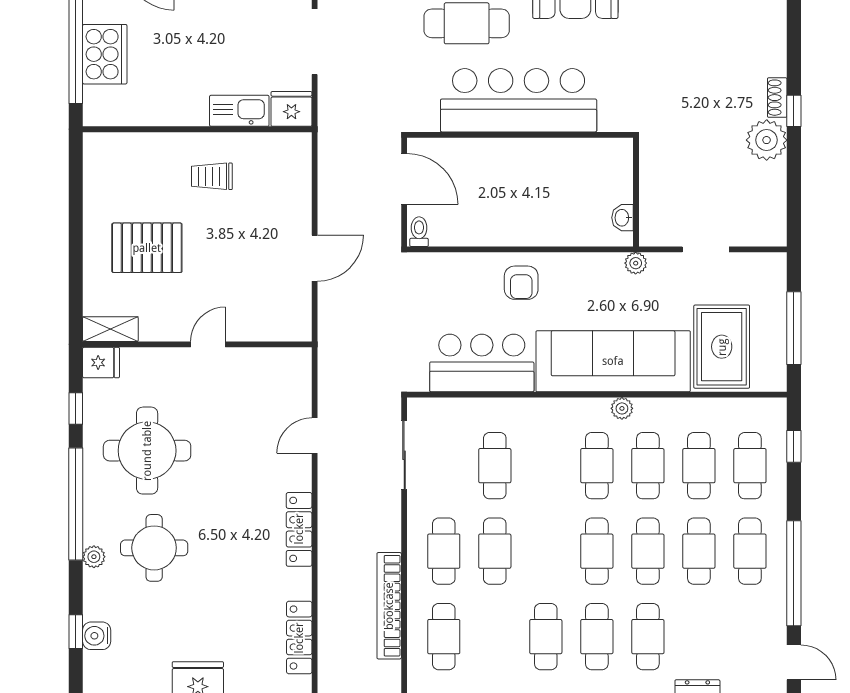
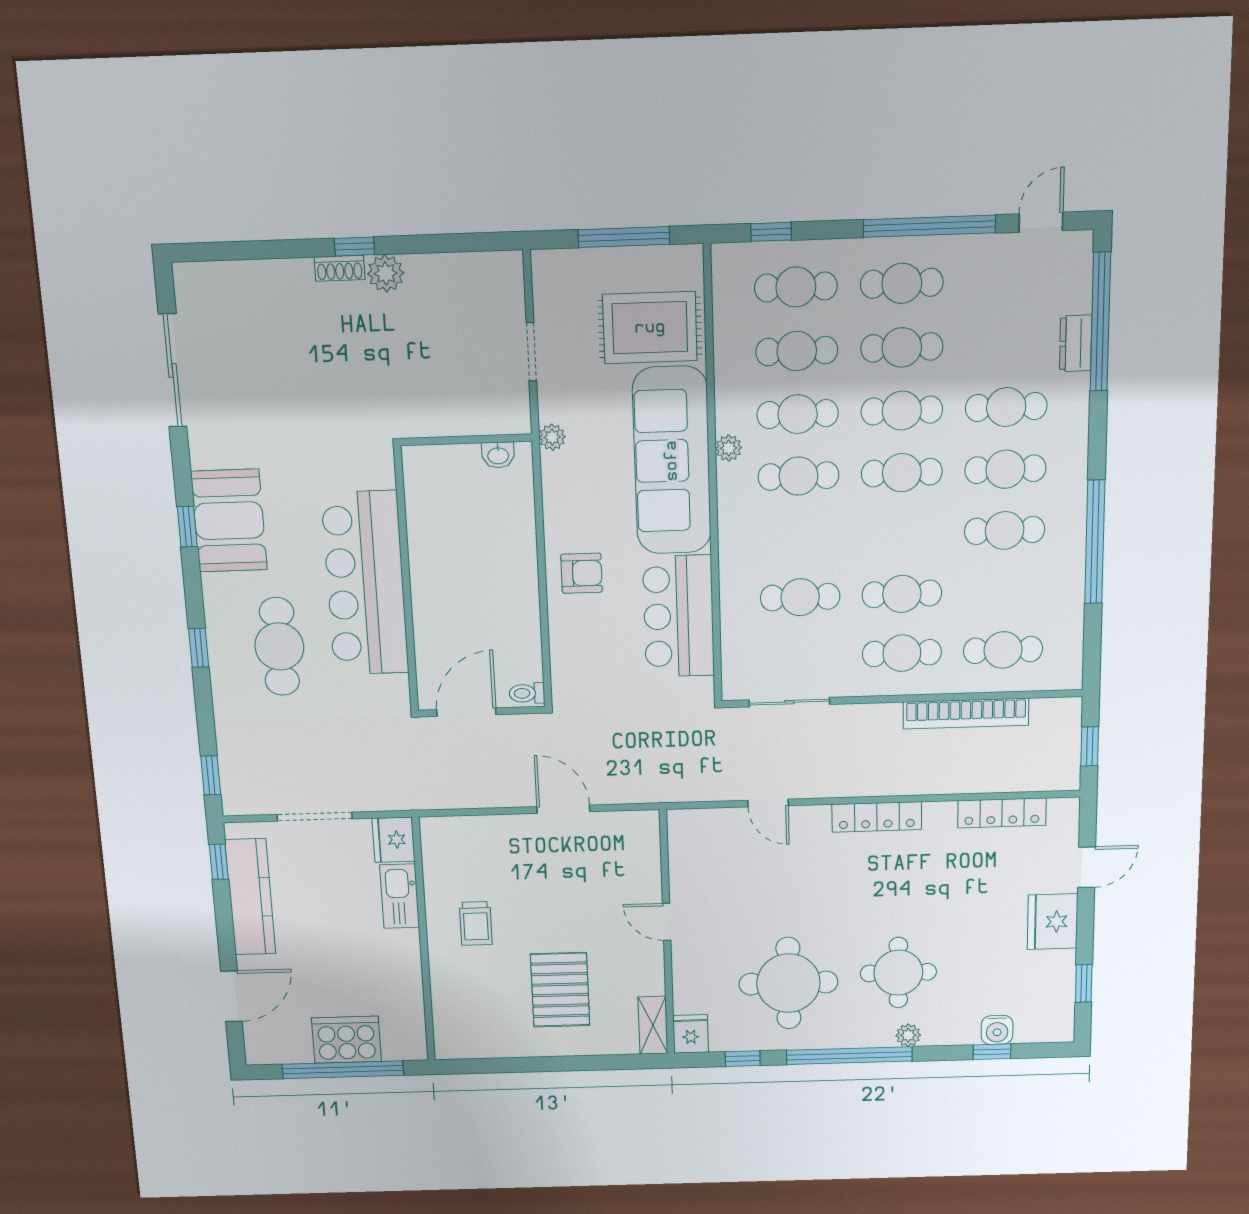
plant: (767, 140) -> (386, 273), width x0.73, depth x0.73

